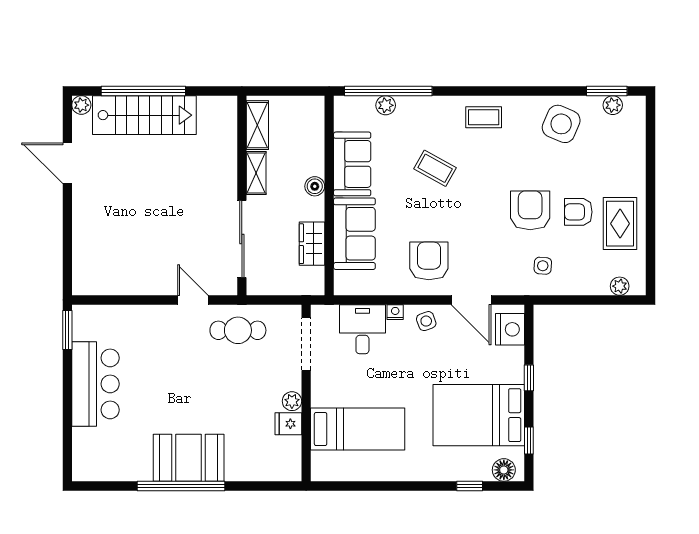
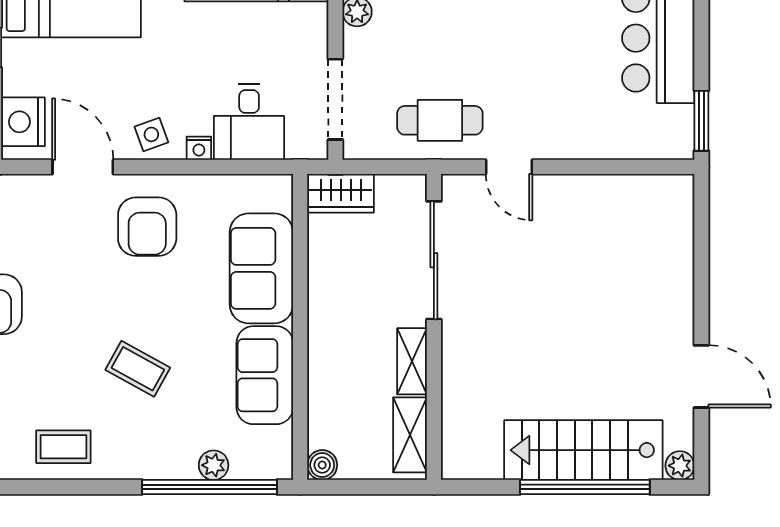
boiler: (315, 186) -> (322, 465), moved
wardrobe: (312, 244) -> (341, 193), moved, turned 90

